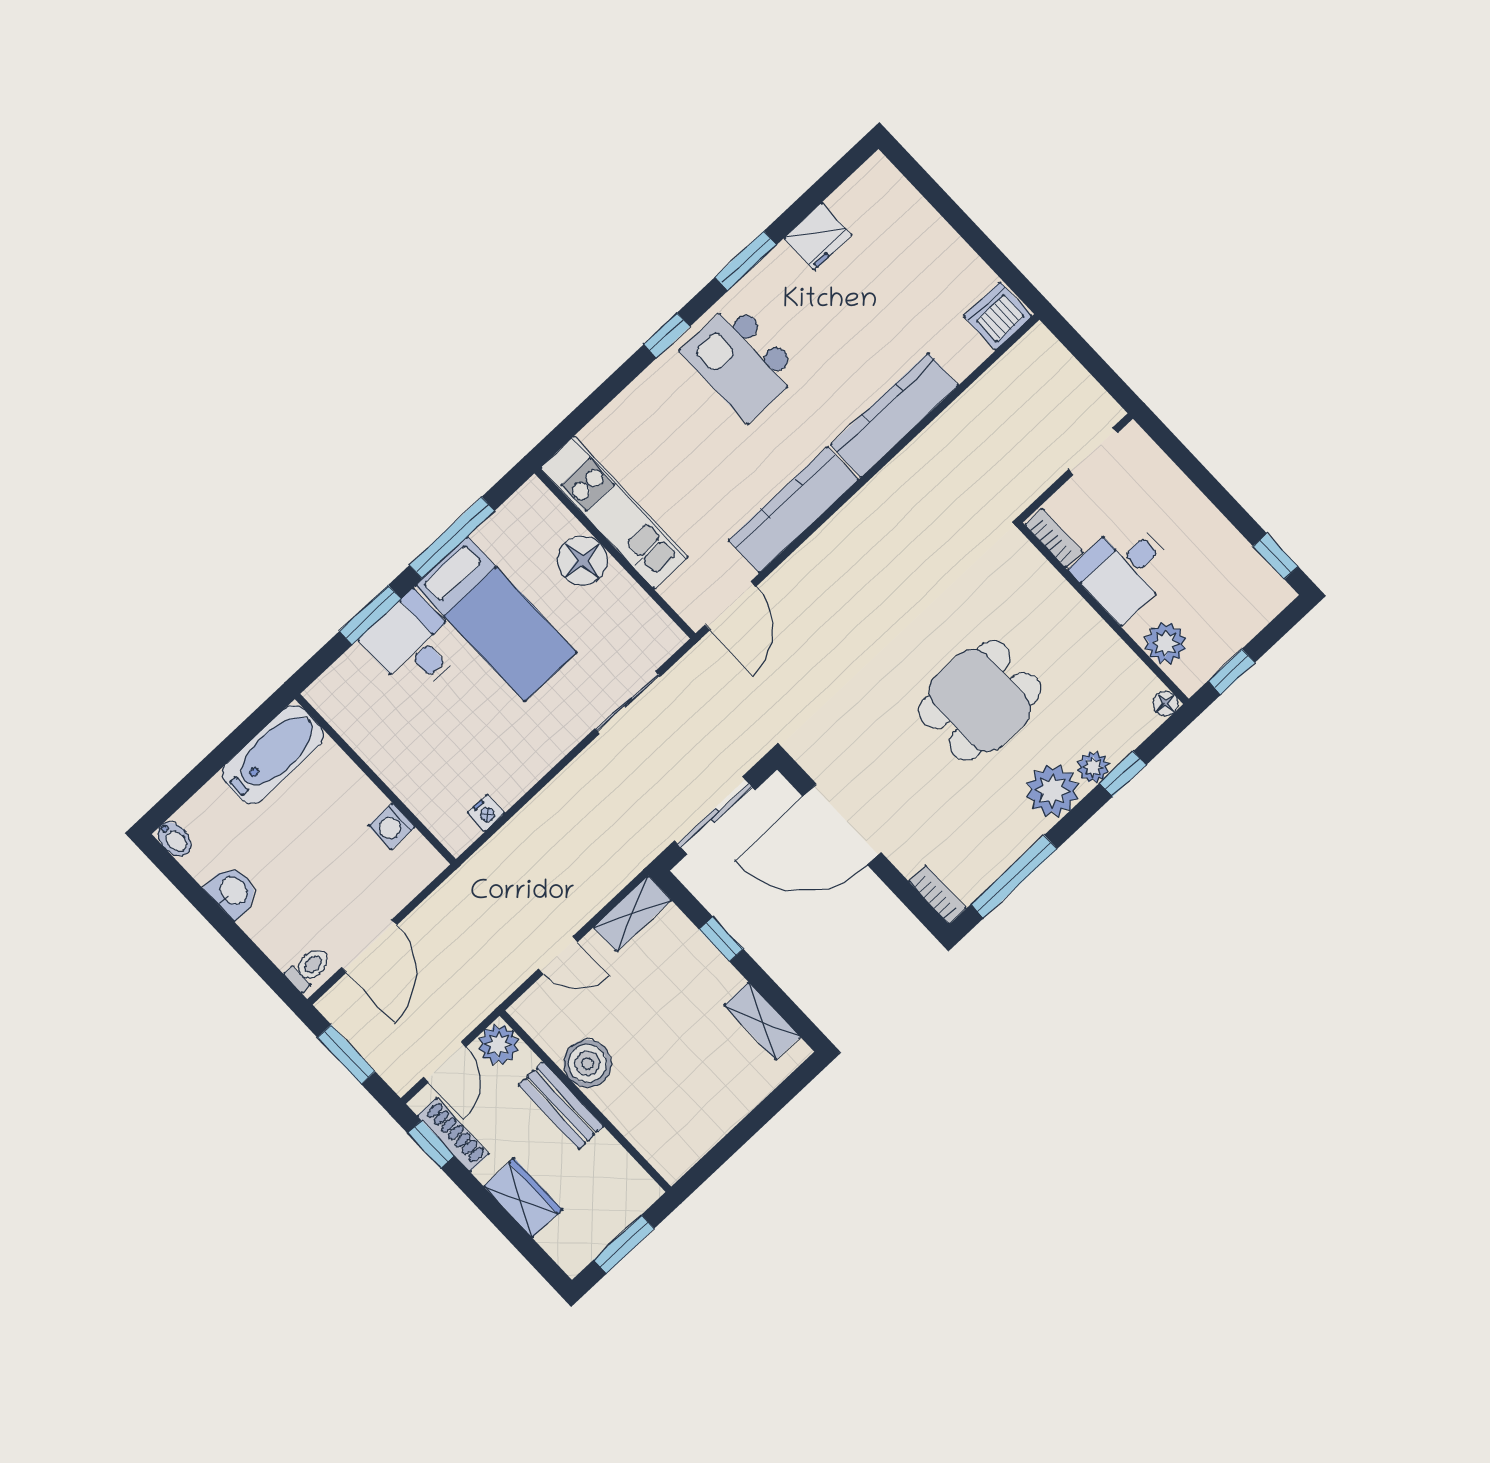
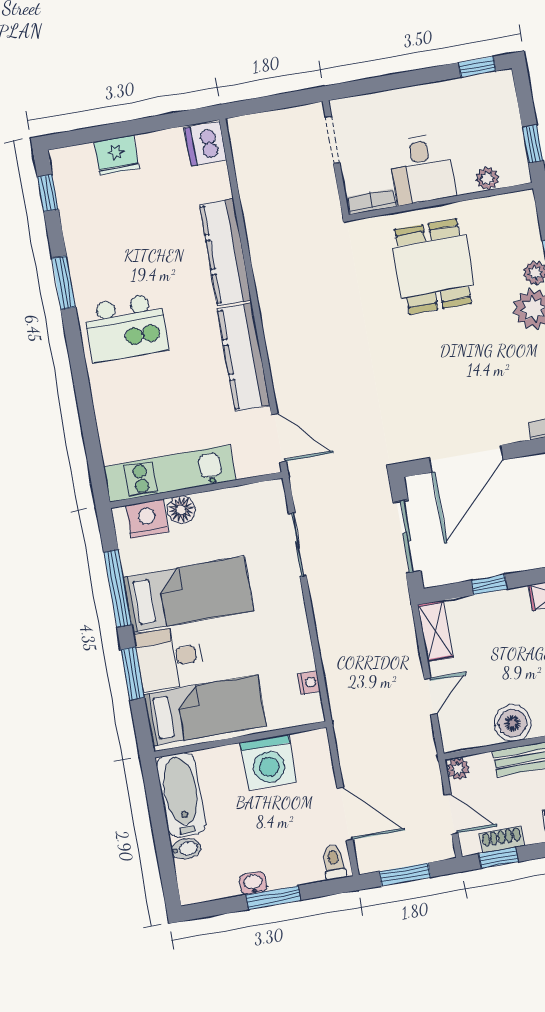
fridge: (818, 237) -> (117, 155), moved, turned 90
window: (667, 336) -> (48, 193), moved
nightstand: (549, 520) -> (147, 519), added
floor lamp: (582, 560) -> (181, 510), width x0.73, depth x0.73
plant: (1166, 643) -> (487, 178), width x0.73, depth x0.73
dining table: (980, 700) -> (433, 266), moved
floor lamp: (1166, 703) -> (525, 199), removed
bed: (382, 720) -> (205, 710), added
washing machine: (392, 826) -> (268, 762), width x1.89, depth x1.89
bidet: (174, 839) -> (186, 849), moved
washbasin: (233, 891) -> (253, 883), width x0.72, depth x0.69
window: (227, 928) -> (273, 898), added
plant: (499, 1045) -> (458, 769), width x0.73, depth x0.73
shoe rack: (453, 1135) -> (502, 840), width x0.70

